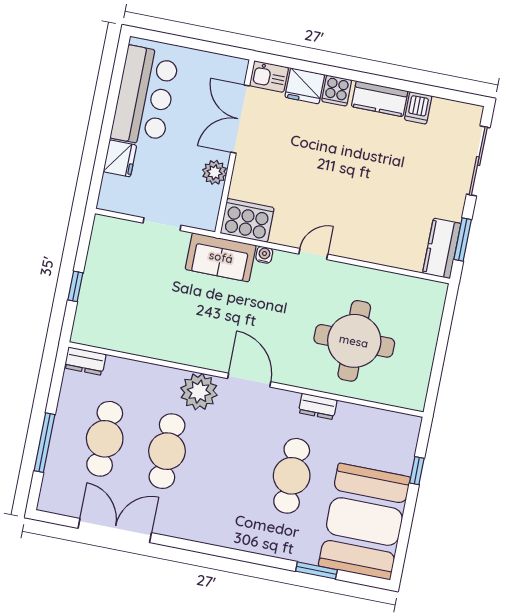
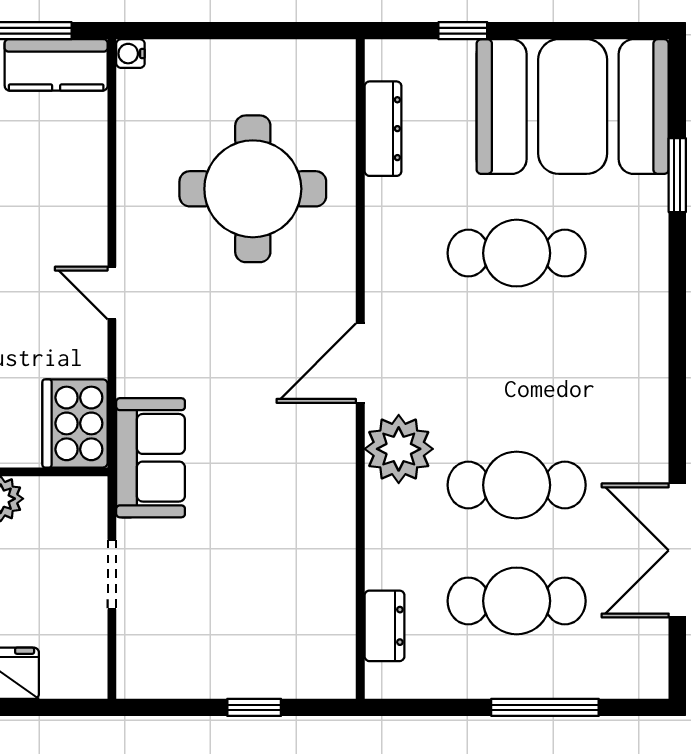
water cooler: (264, 255) -> (130, 54), moved
dresser: (85, 361) -> (384, 626), moved
dresser: (318, 406) -> (383, 129), moved, width x1.44

